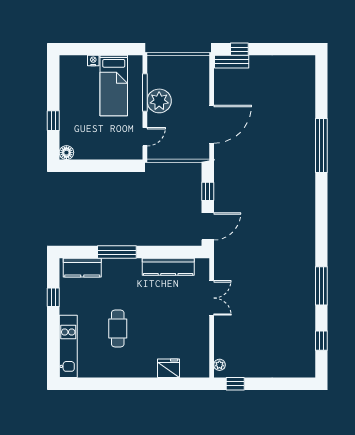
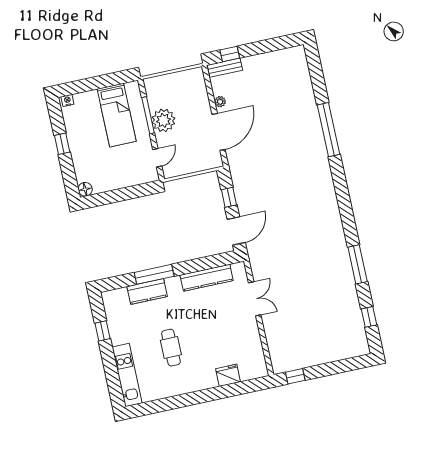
nightstand: (93, 60) -> (67, 100), moved
window: (53, 121) -> (62, 144), moved
kitchen counter: (82, 268) -> (147, 291), moved
plant: (219, 365) -> (220, 102), moved

